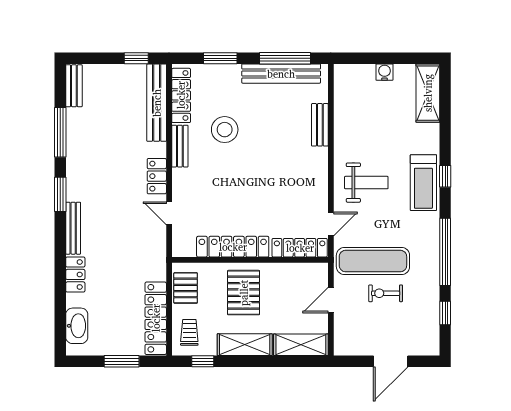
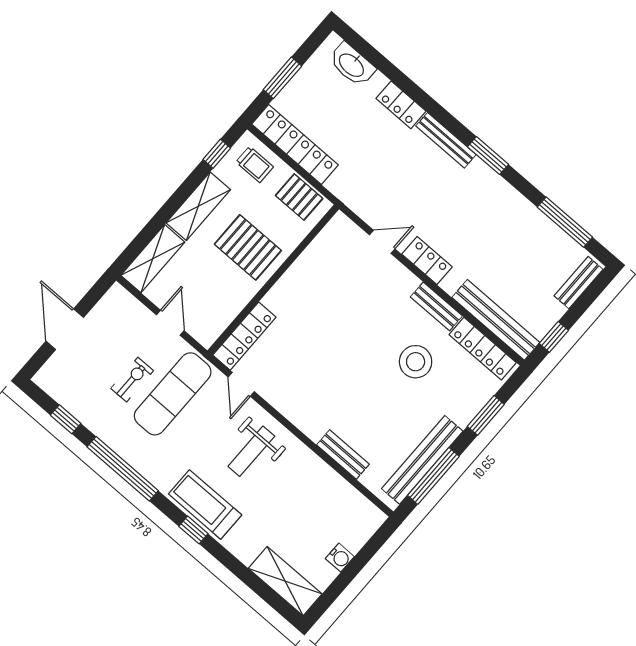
bench: (74, 86) -> (579, 283), moved, turned 90
window: (60, 132) -> (565, 222), moved
locker: (233, 247) -> (300, 274), removed

